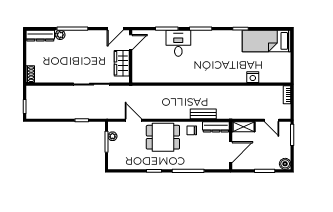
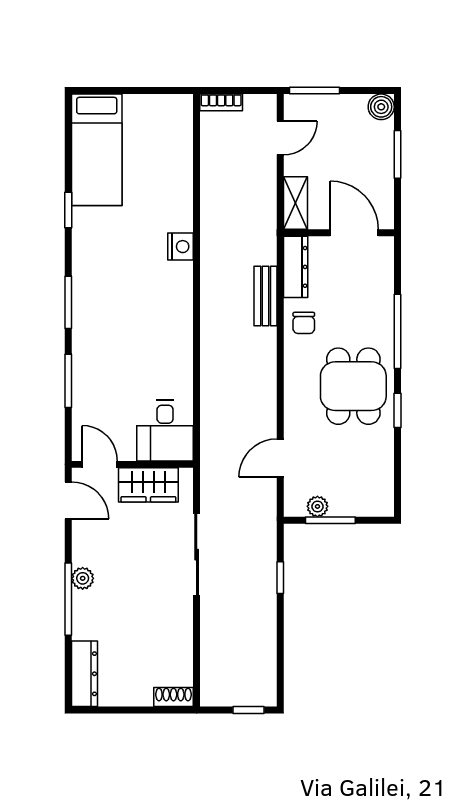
plant: (60, 35) -> (83, 578), moved
desk: (178, 43) -> (165, 431), moved, turned -90
nightstand: (253, 77) -> (181, 247), moved
dining table: (163, 137) -> (353, 386), moved

